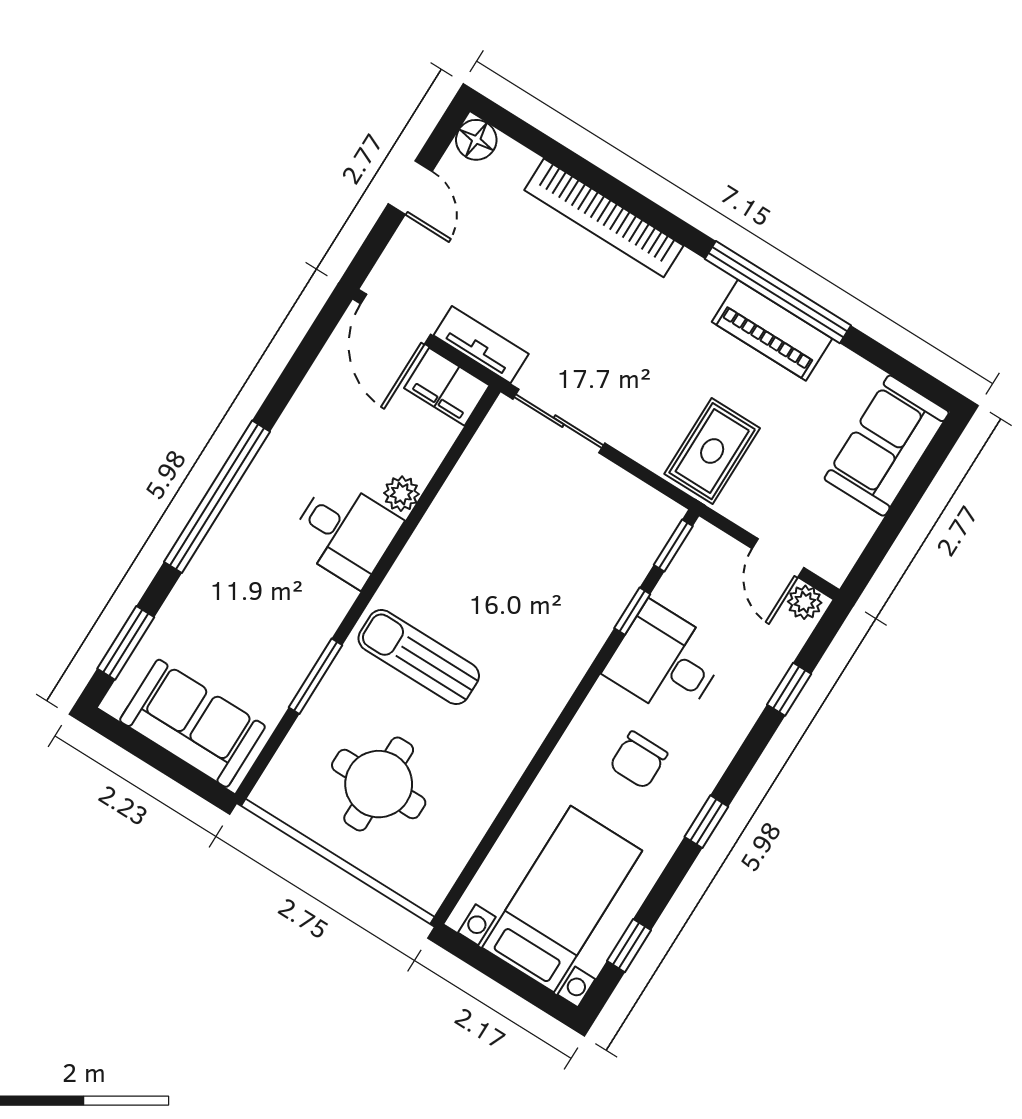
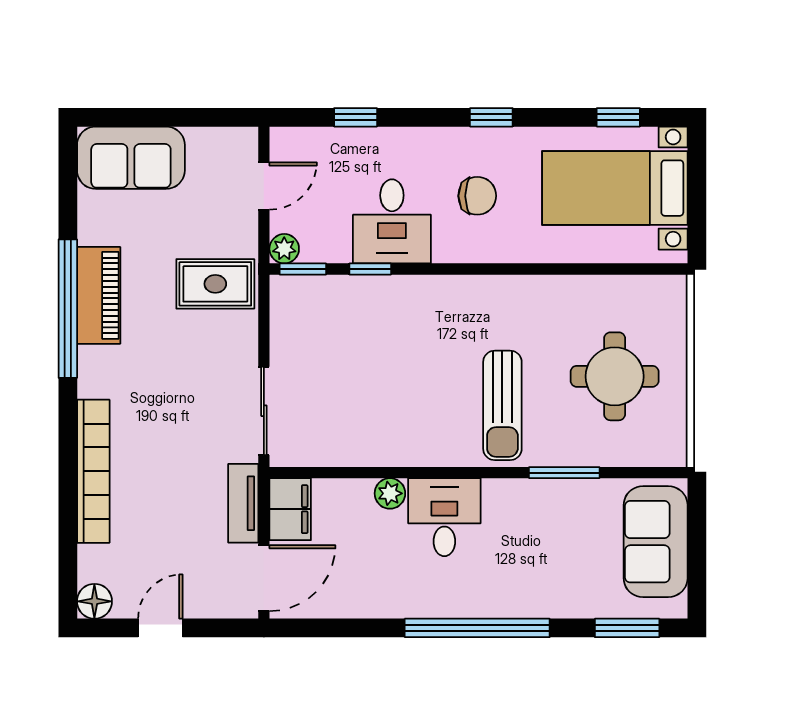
plant: (805, 602) -> (284, 249), moved

